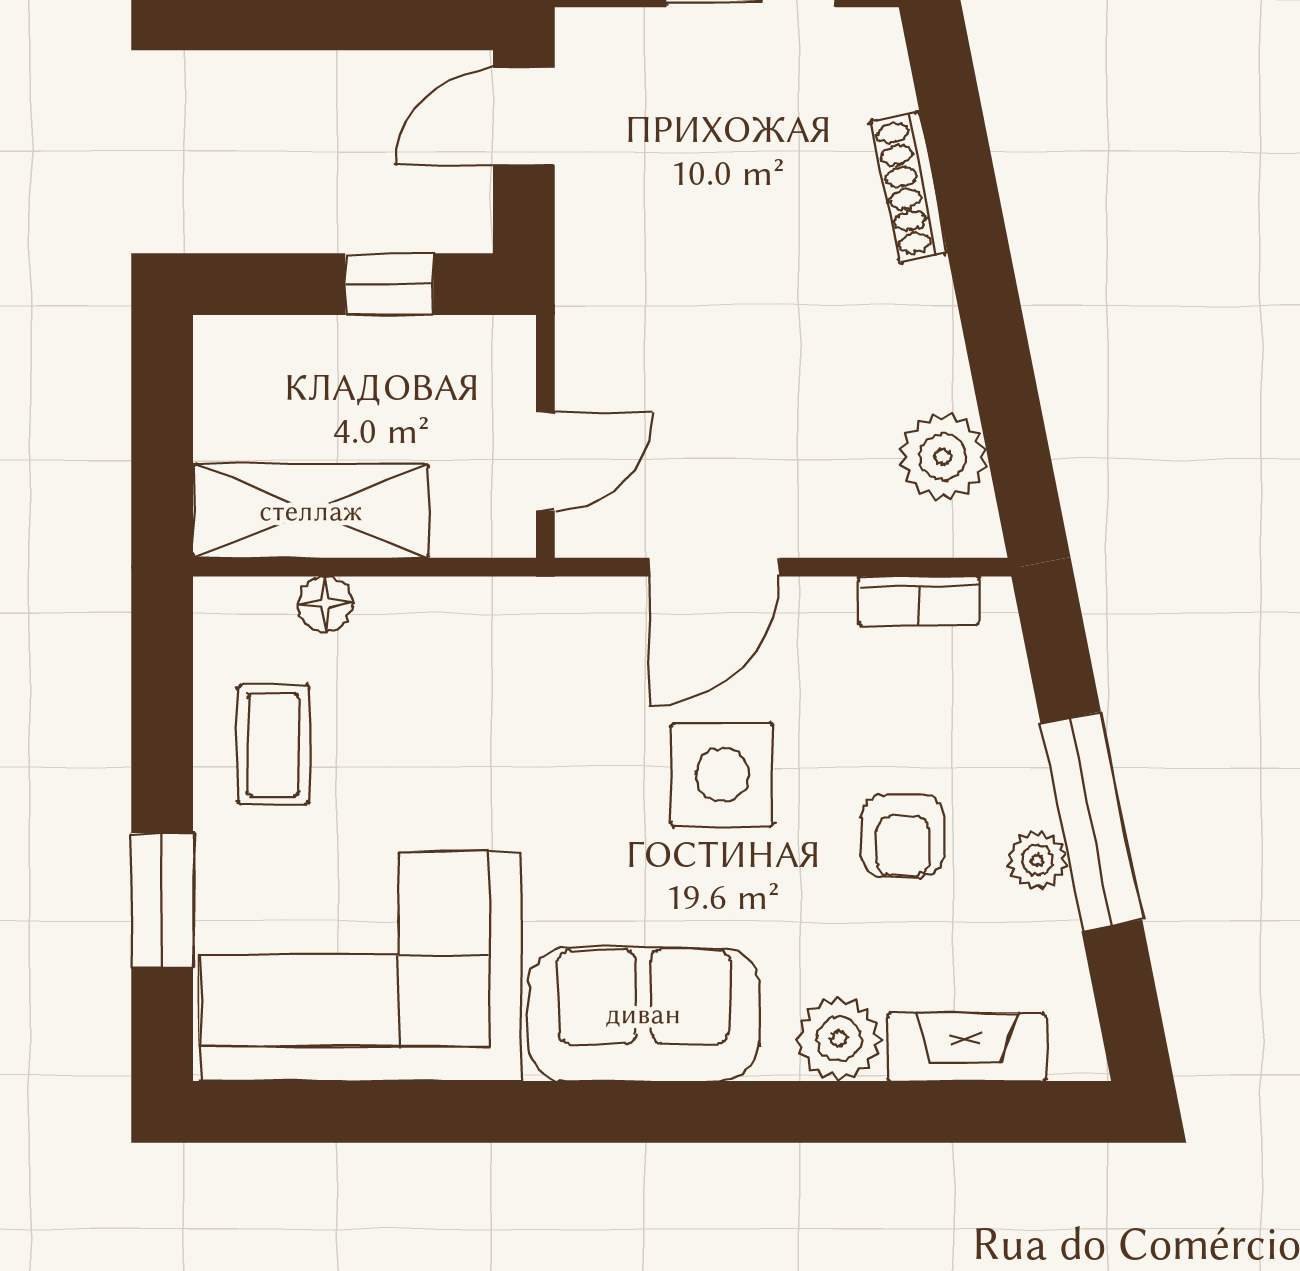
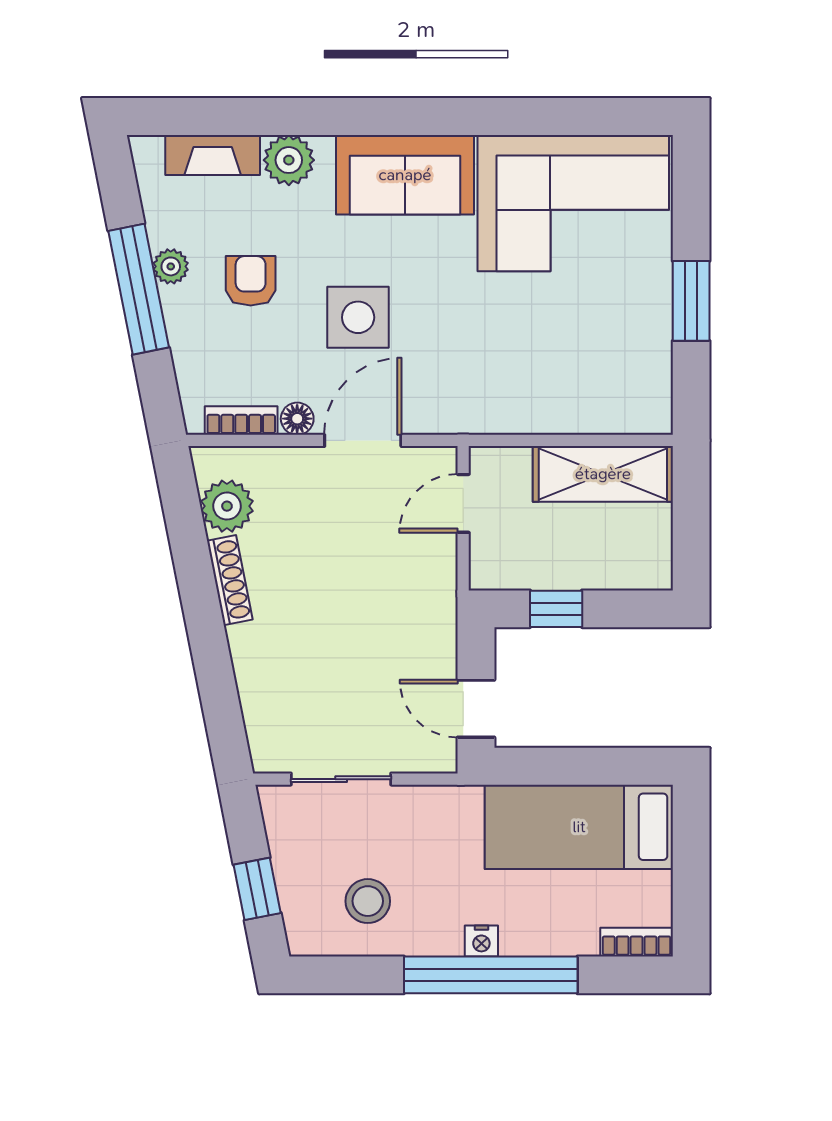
door: (524, 116) -> (476, 709), swing flipped
shoe rack: (909, 187) -> (230, 580), moved
floor lamp: (325, 604) -> (297, 419), moved
coffee table: (273, 745) -> (625, 335), removed
window: (162, 900) -> (691, 301), moved

